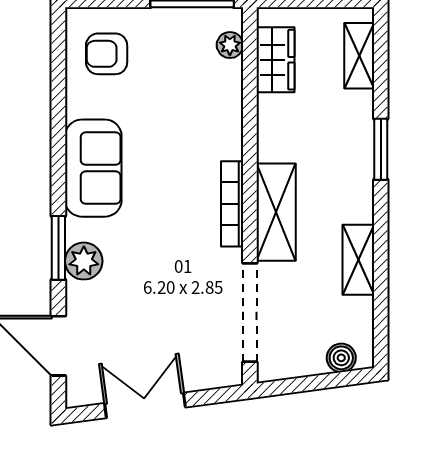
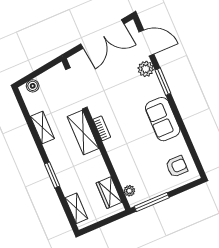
bookcase: (232, 204) -> (102, 128), width x0.64
plant: (84, 261) -> (146, 69), moved
double door: (145, 405) -> (102, 34), width x1.37

